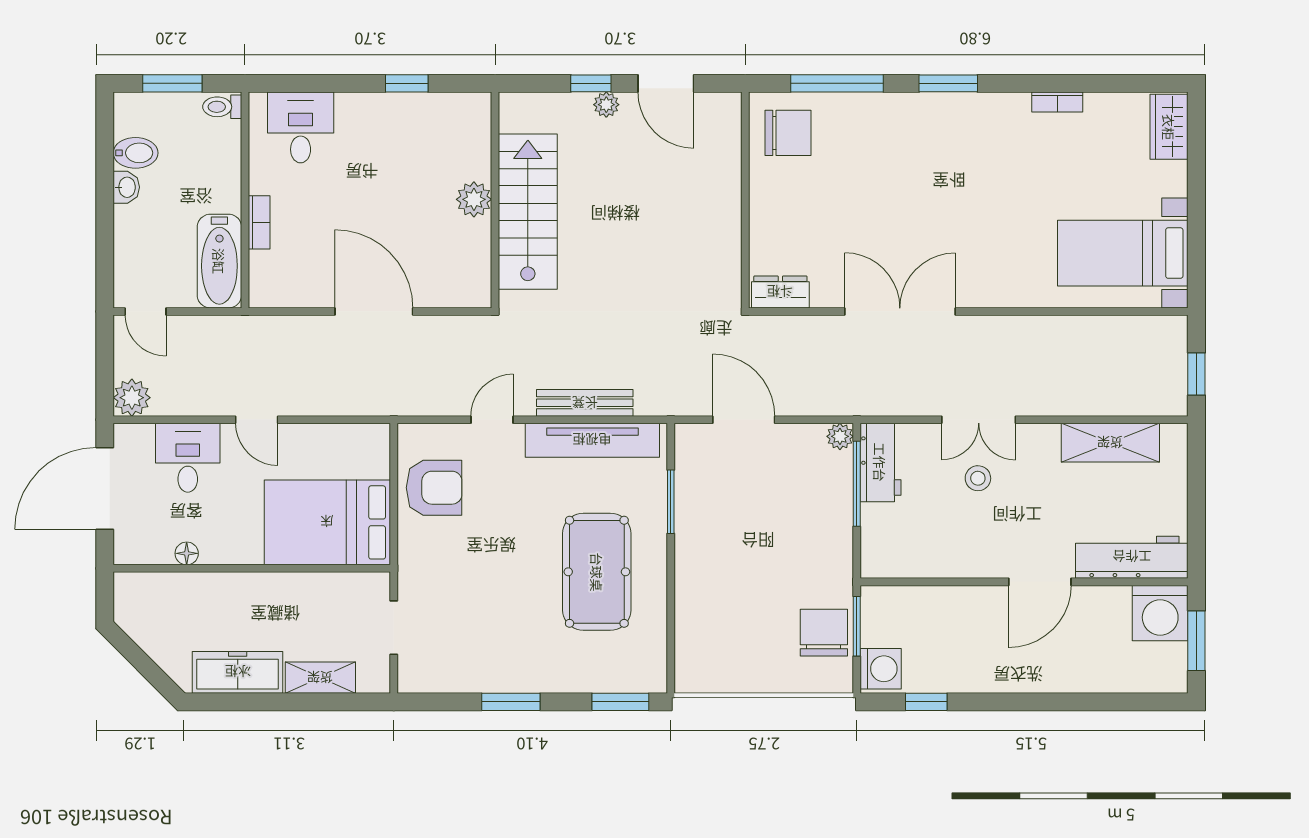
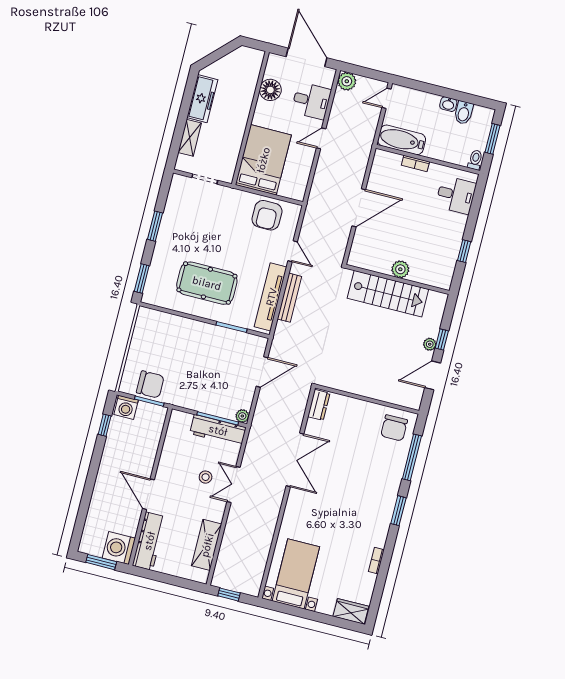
workbench: (880, 462) -> (218, 430), width x1.38
floor lamp: (187, 553) -> (270, 90), width x1.89, depth x1.89

